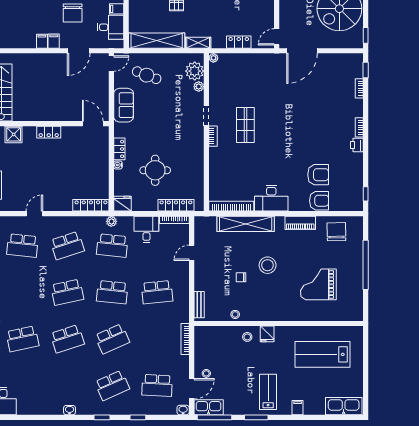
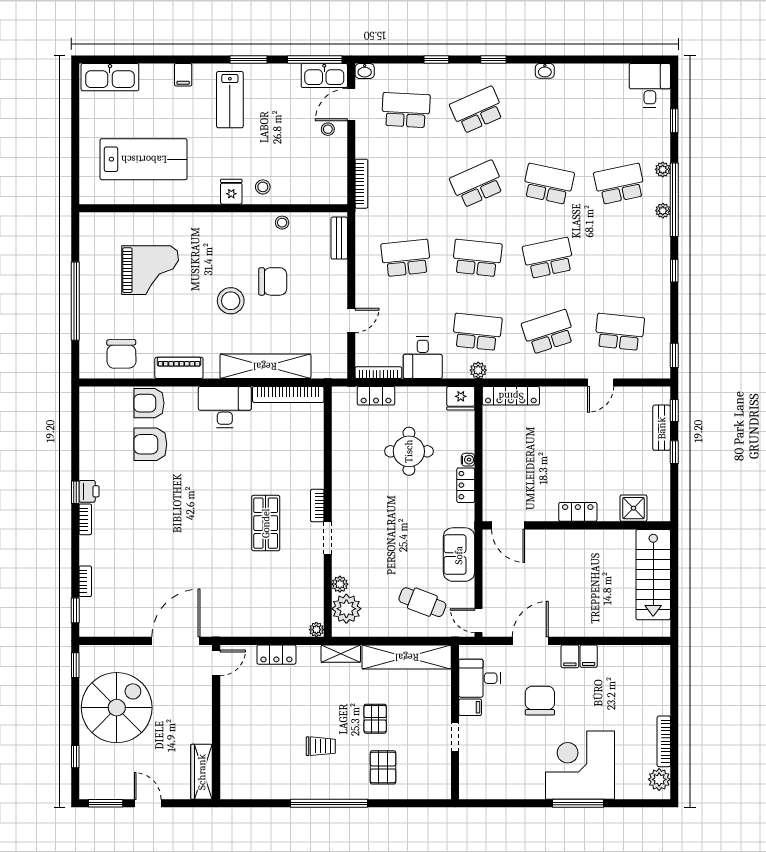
door: (111, 64) -> (478, 621), hinge flipped
window: (366, 194) -> (75, 492), moved
locker: (176, 205) -> (376, 396), width x0.66
chair: (241, 277) -> (273, 281), width x1.87, depth x1.87
school desk: (67, 339) -> (548, 184), turned 30

